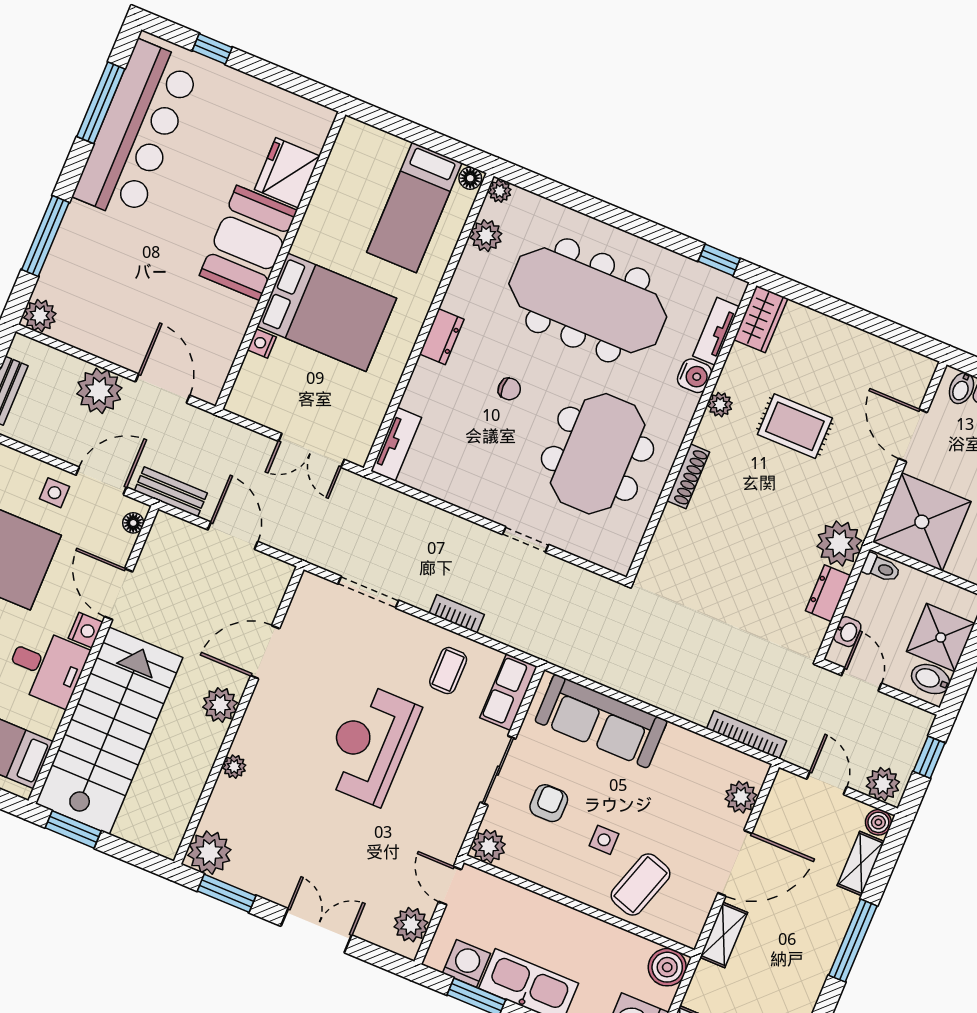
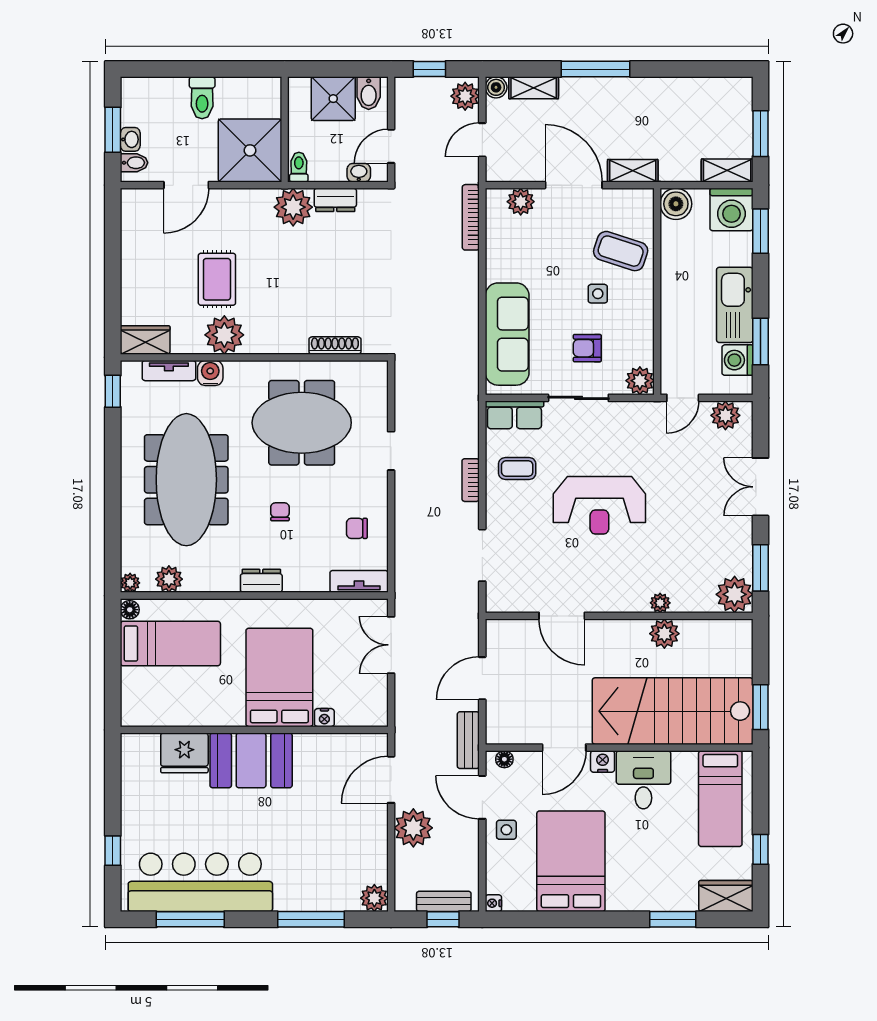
plant: (720, 405) -> (224, 335), width x1.87, depth x1.87
double door: (311, 450) -> (391, 645), swing flipped
chair: (456, 466) -> (357, 528), added
shoe rack: (688, 476) -> (335, 346), moved
plant: (220, 705) -> (664, 634), moved

